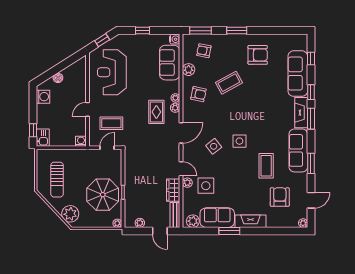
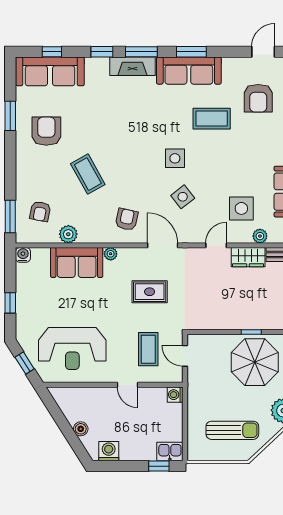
window: (237, 31) -> (10, 116), moved
sofa: (170, 63) -> (77, 262), moved
sofa: (298, 74) -> (50, 71), moved
armchair: (198, 94) -> (127, 219), moved
plant: (175, 108) -> (125, 254), removed
rug: (156, 112) -> (150, 292), moved
window: (311, 163) -> (191, 52), moved
plant: (187, 183) -> (260, 236), moved
armchair: (280, 197) -> (258, 98), turned -90
door: (311, 200) -> (263, 52), hinge flipped

